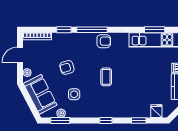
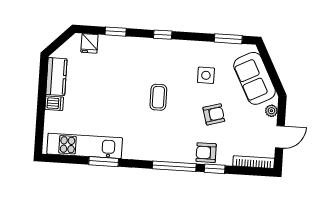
window: (155, 30) -> (104, 162), moved
armchair: (104, 41) -> (206, 153), moved
plant: (61, 113) -> (226, 49), removed

